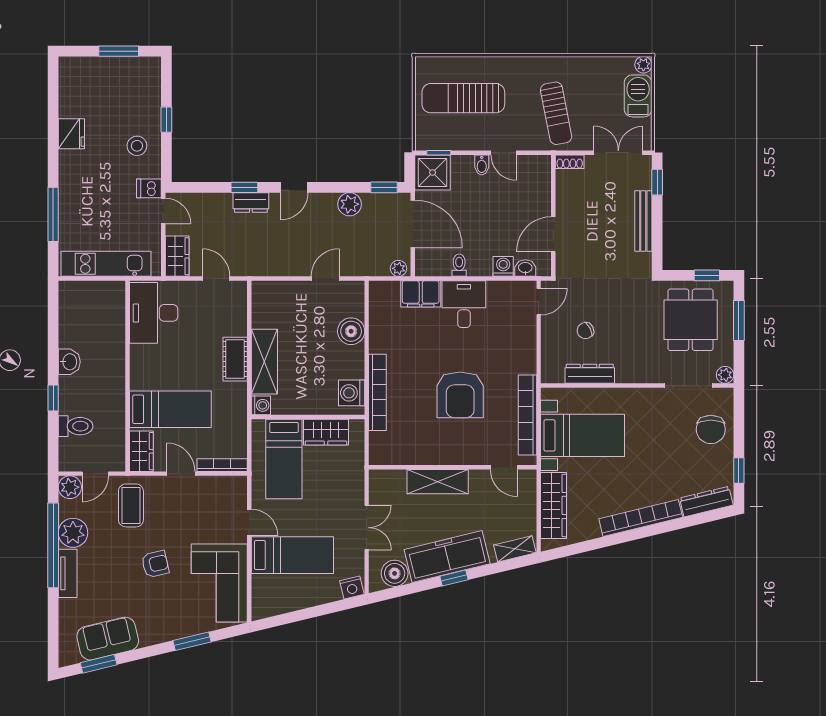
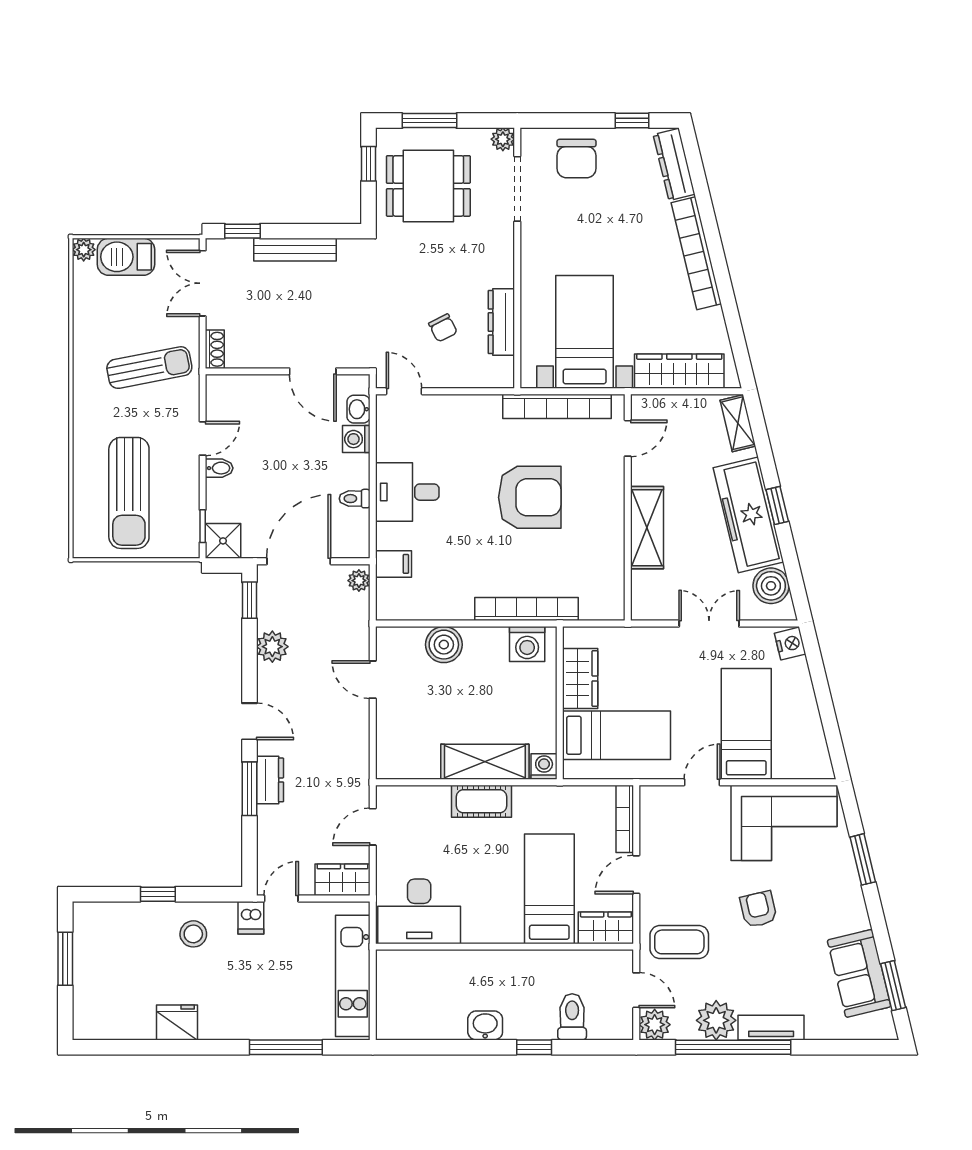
shower: (433, 172) -> (223, 541), width x0.73, depth x0.73
window: (244, 187) -> (249, 789), width x1.50
filing cabinet: (421, 294) -> (393, 564), width x0.50
chair: (711, 429) -> (576, 159), turned 90

